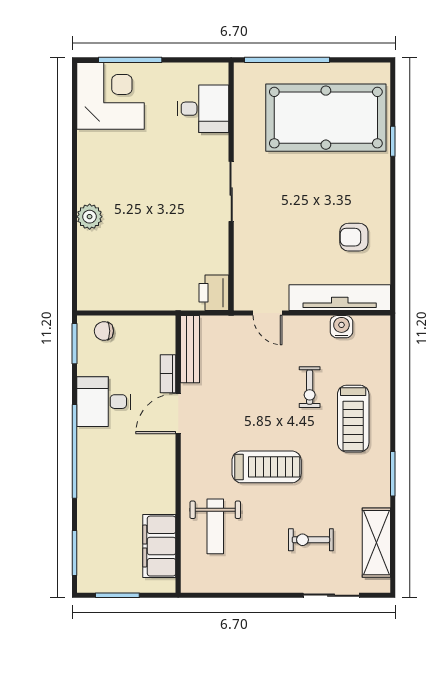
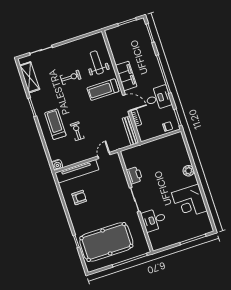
corner desk: (110, 96) -> (189, 202), moved
desk: (203, 109) -> (154, 220), moved
printer: (214, 293) -> (134, 175), moved
door: (268, 313) -> (104, 155), hinge flipped
water cooler: (341, 327) -> (57, 165), moved
door: (178, 414) -> (127, 103), hinge flipped
treadmill: (267, 467) -> (103, 90), moved
exercise bike: (311, 540) -> (71, 77), moved
filing cabinet: (159, 546) -> (126, 76), moved

